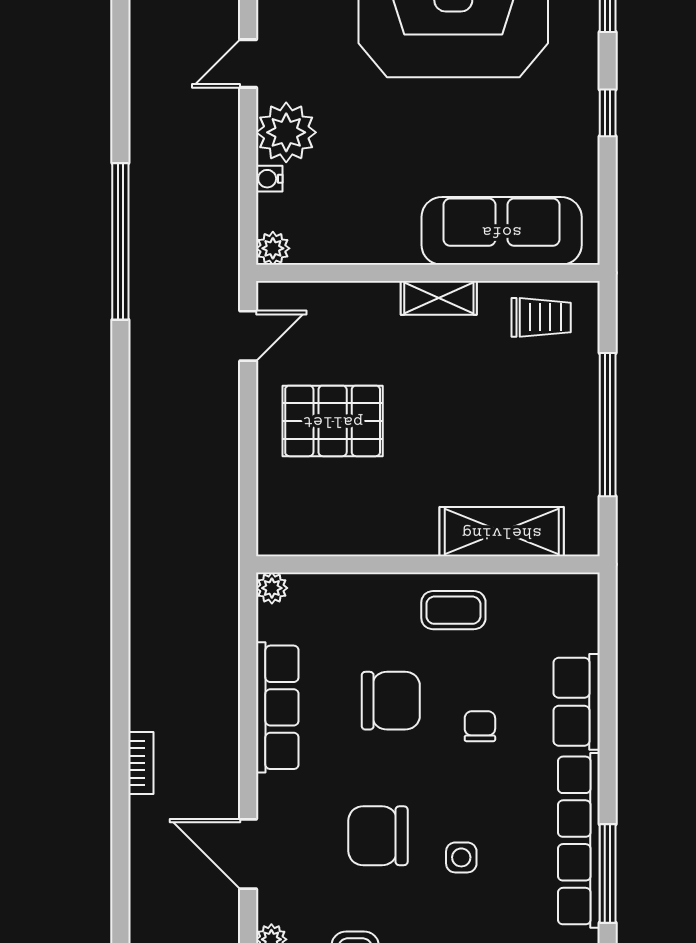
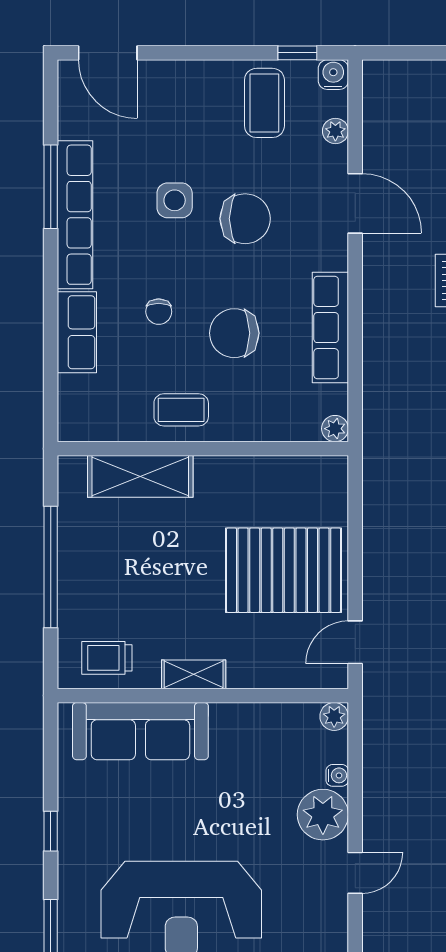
pallet: (333, 421) -> (284, 570), width x1.37, depth x1.41
side table: (461, 857) -> (175, 200), width x1.37, depth x1.37

